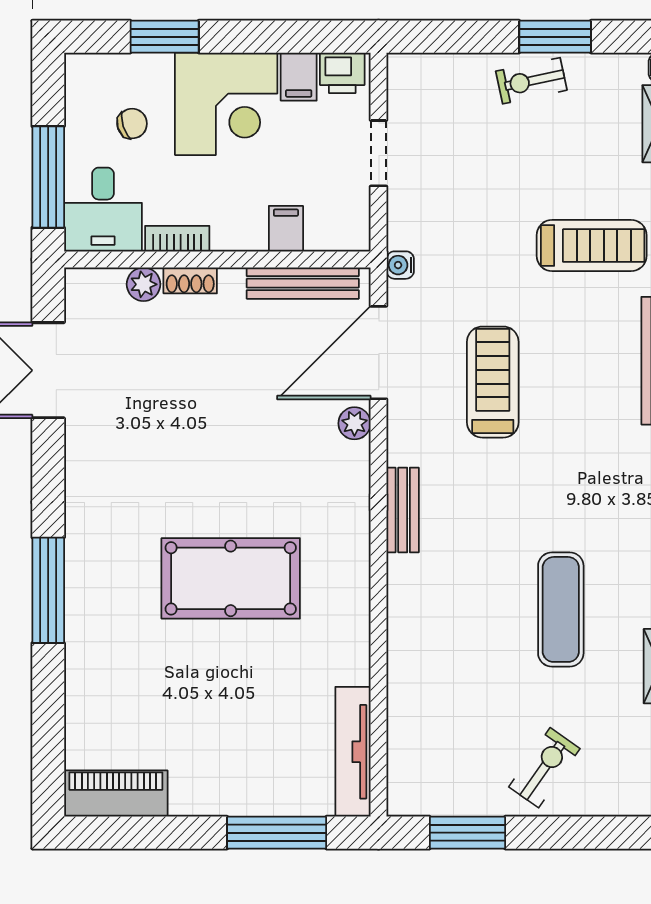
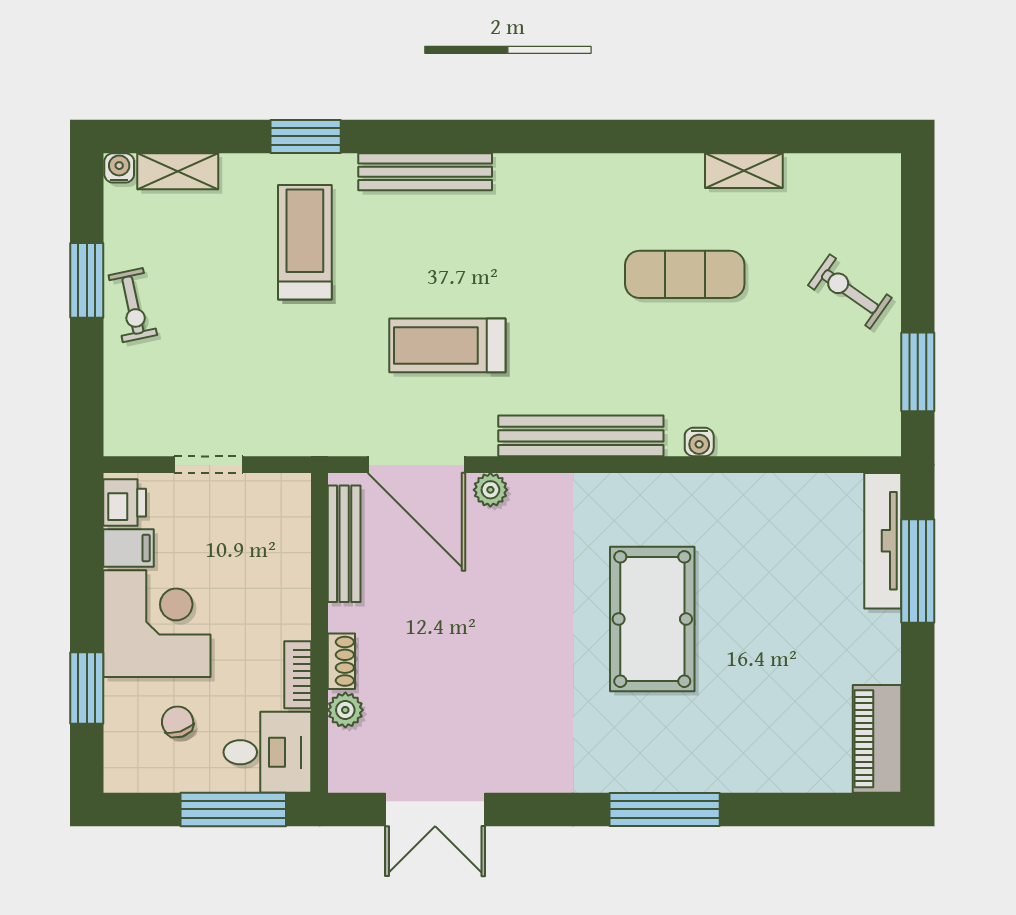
filing cabinet: (286, 229) -> (287, 561), removed
water cooler: (400, 265) -> (699, 442), moved
bench: (403, 510) -> (581, 436), width x1.86, depth x1.21
tv unit: (353, 752) -> (883, 541), moved, turned 90

